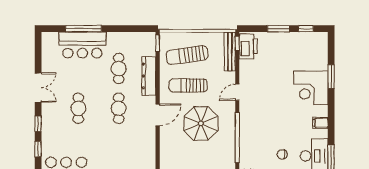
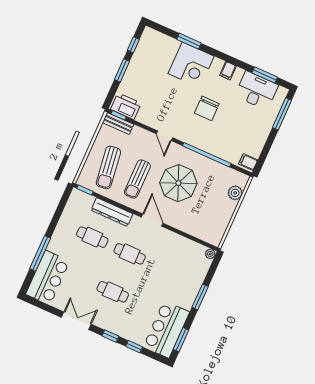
bar counter: (82, 45) -> (48, 278), moved
bench: (230, 51) -> (118, 123), width x0.73
chair: (282, 154) -> (207, 108), moved, width x1.87, depth x1.87

